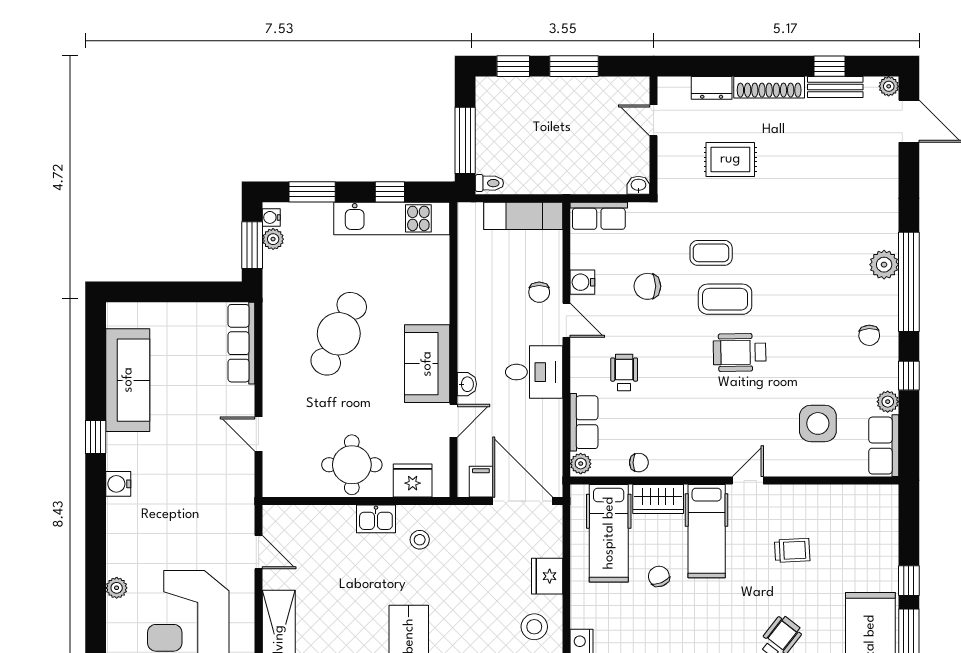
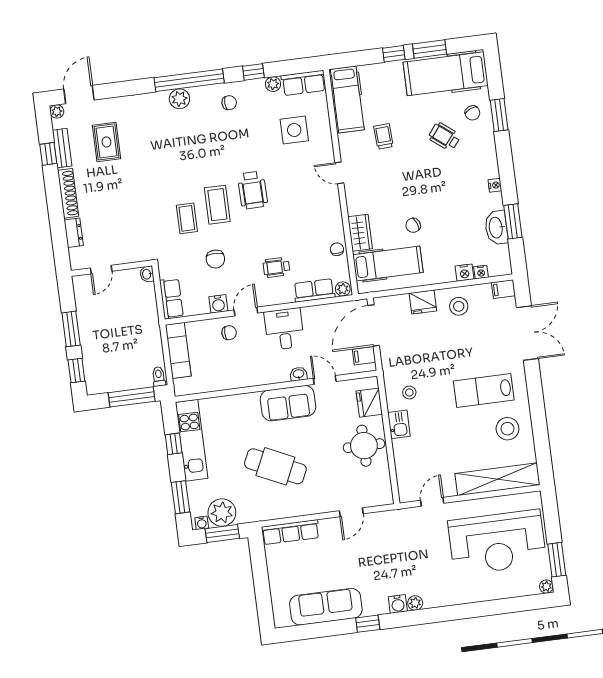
rug: (730, 159) -> (106, 142), moved
plant: (273, 239) -> (222, 513), width x1.88, depth x1.88
hospital bed: (707, 531) -> (347, 99), moved, turned 90
plant: (117, 588) -> (415, 603), moved

